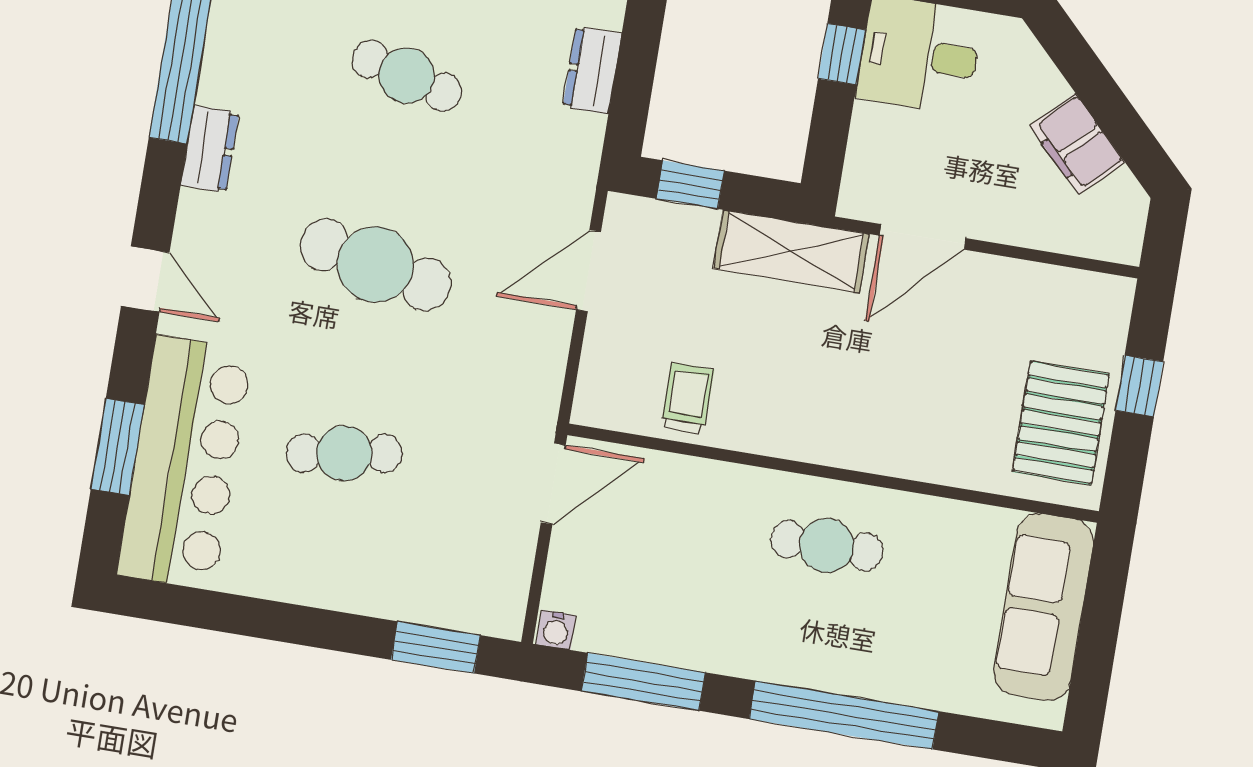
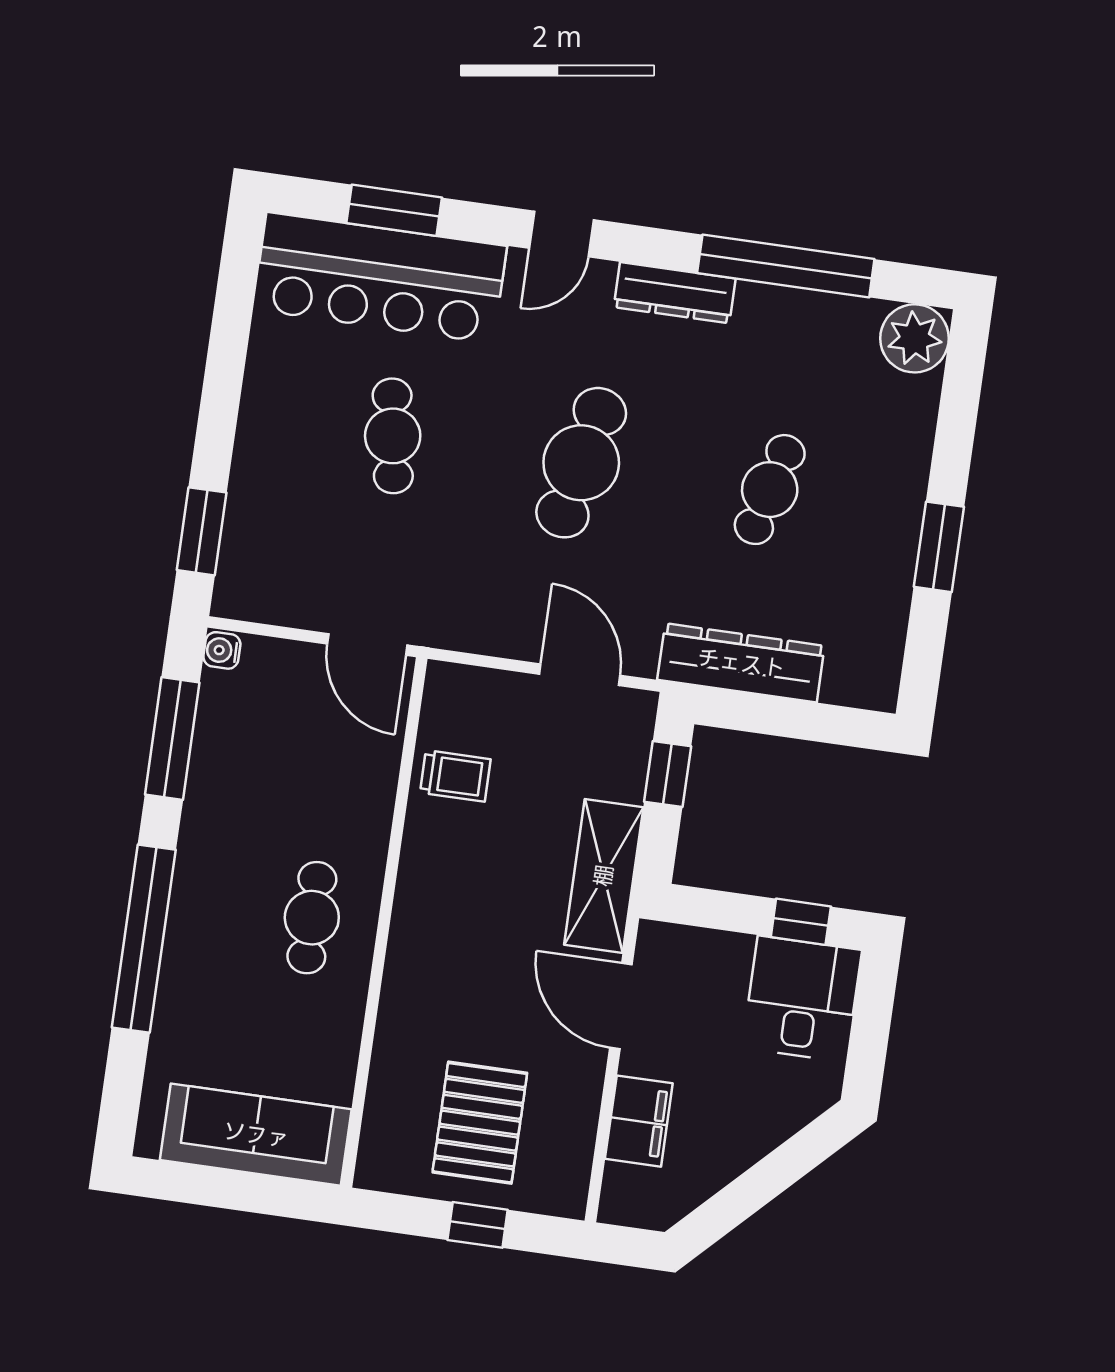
dresser: (592, 70) -> (741, 663), width x1.96, depth x1.24
filing cabinet: (1077, 144) -> (639, 1121), moved, turned 135
dresser: (210, 149) -> (675, 293), width x1.44
pallet: (1061, 423) -> (480, 1123), moved, turned 90

